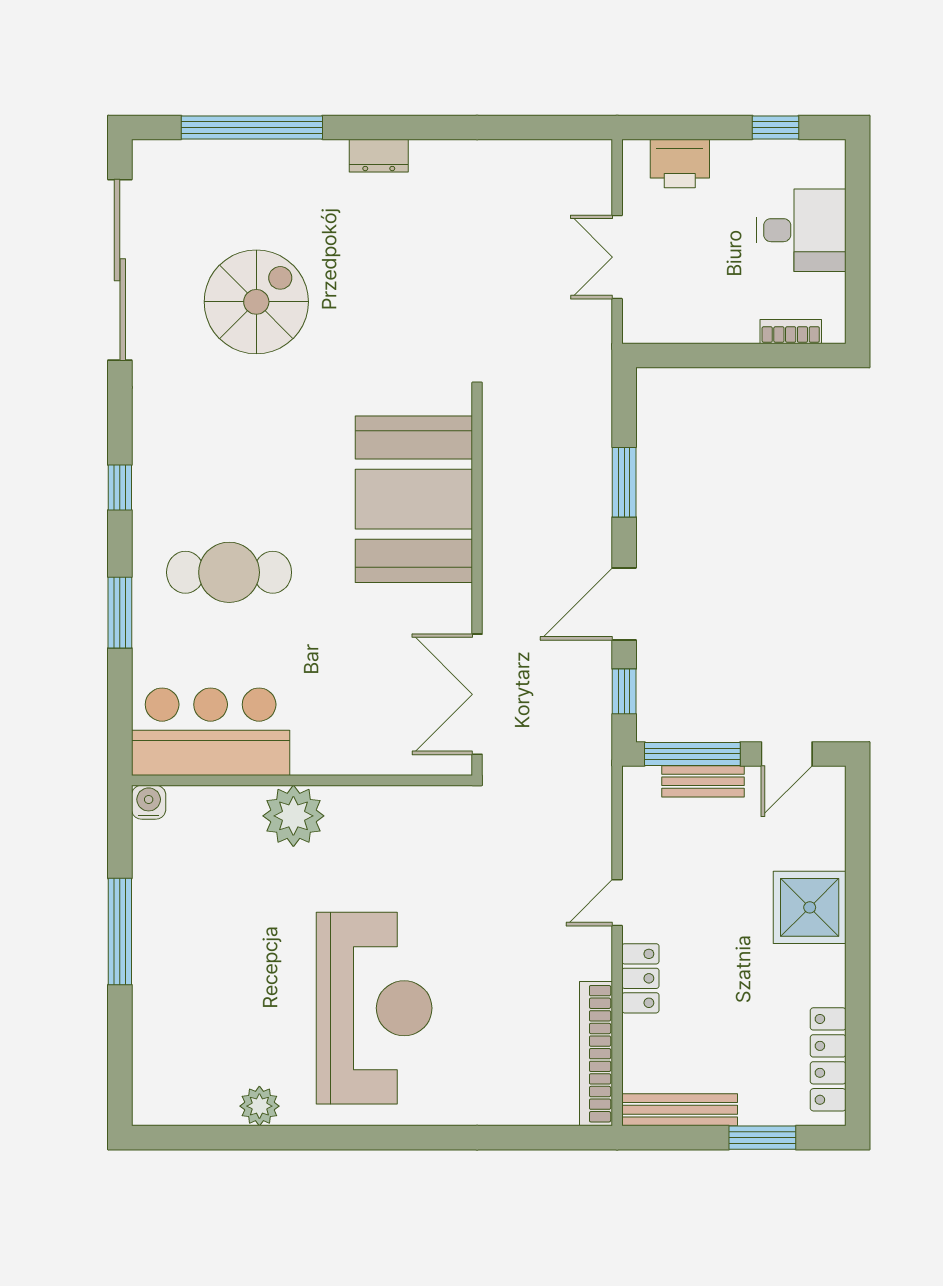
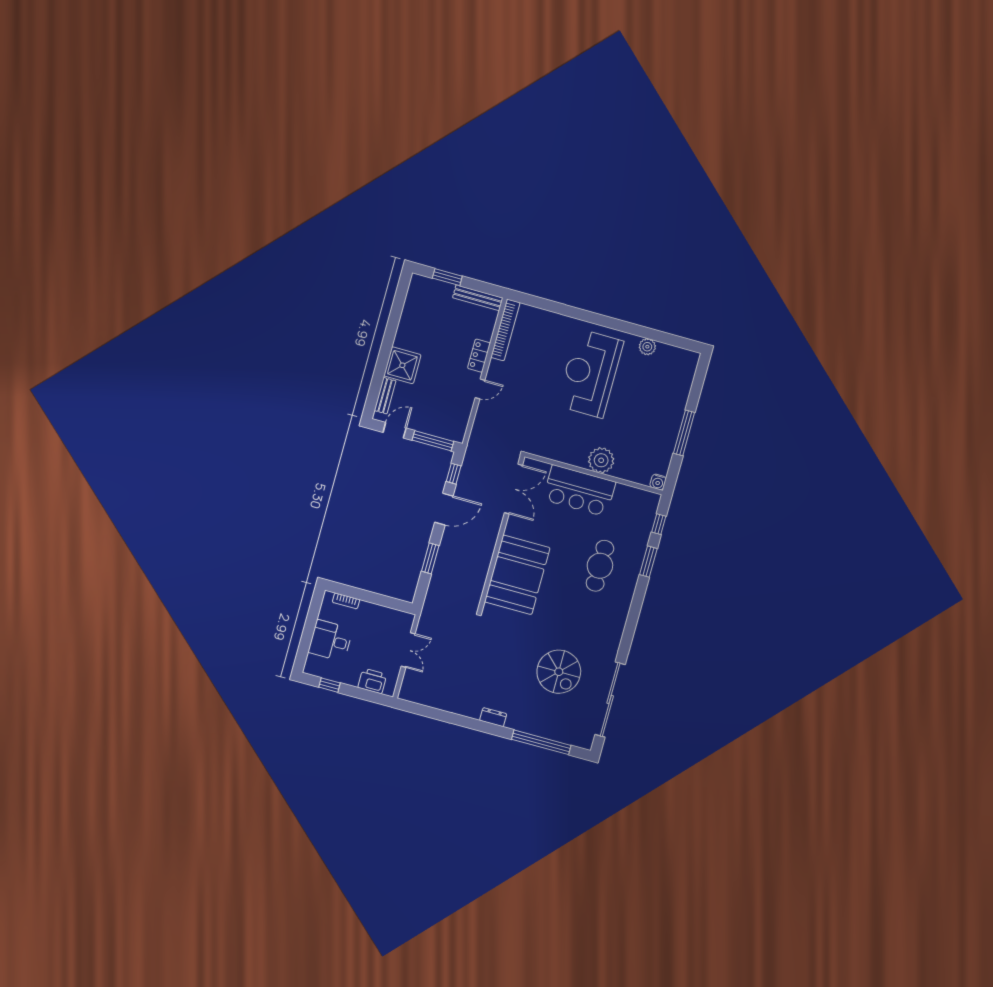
spiral stairs: (256, 302) -> (559, 672), turned -90
window: (120, 487) -> (659, 524), moved
cafe table: (229, 572) -> (600, 566), turned 90
bar counter: (211, 732) -> (579, 491), moved
bench: (703, 781) -> (385, 396), moved, turned 90
locker: (828, 1059) -> (412, 301), removed

